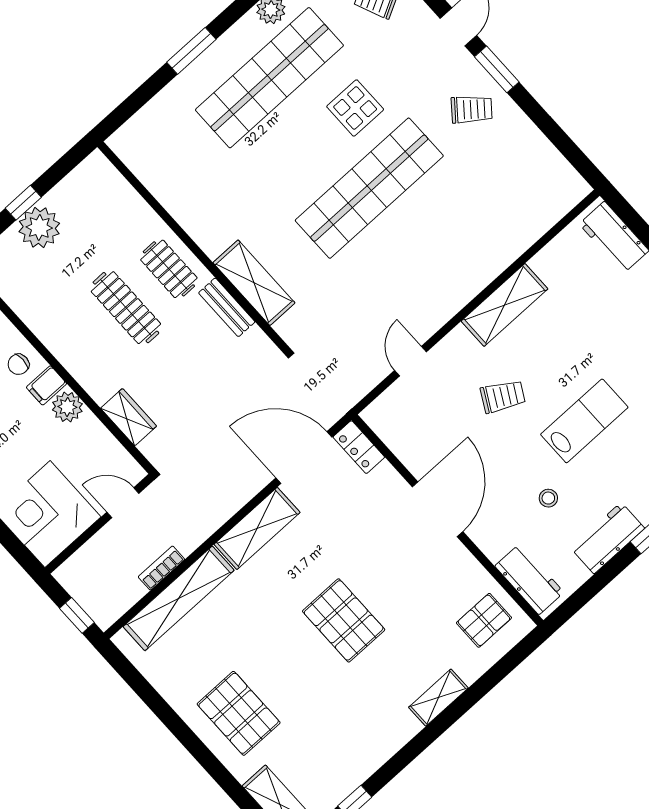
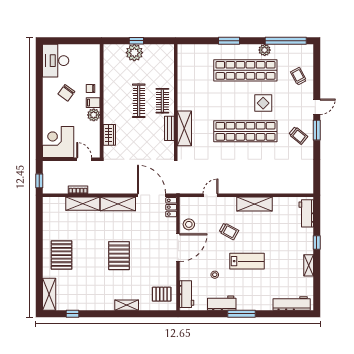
stool: (419, 450) -> (189, 224), added
shelving: (179, 598) -> (83, 204), width x0.68

